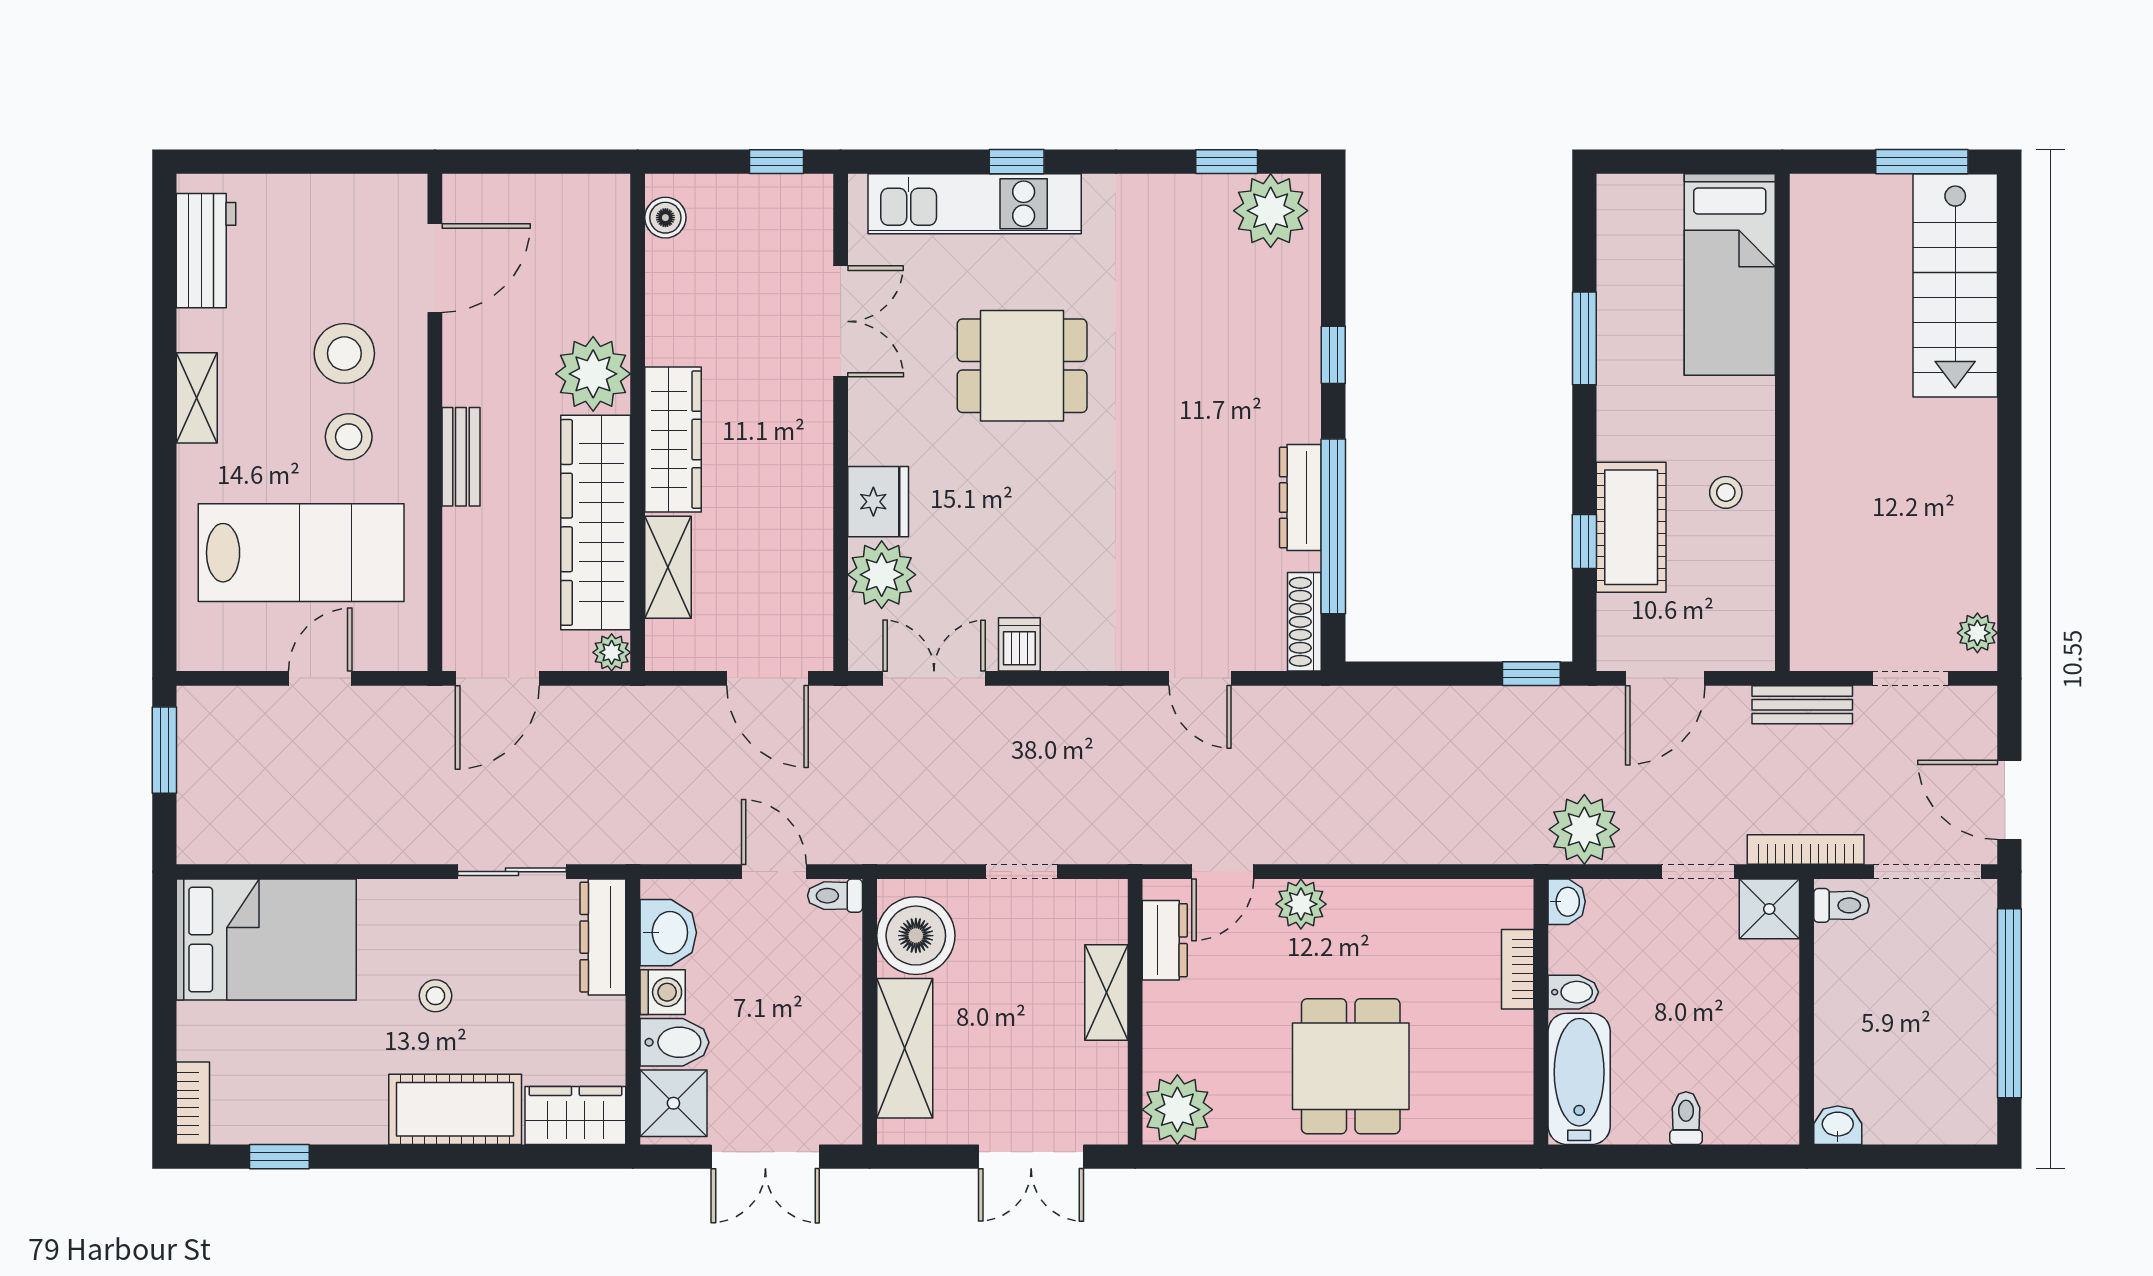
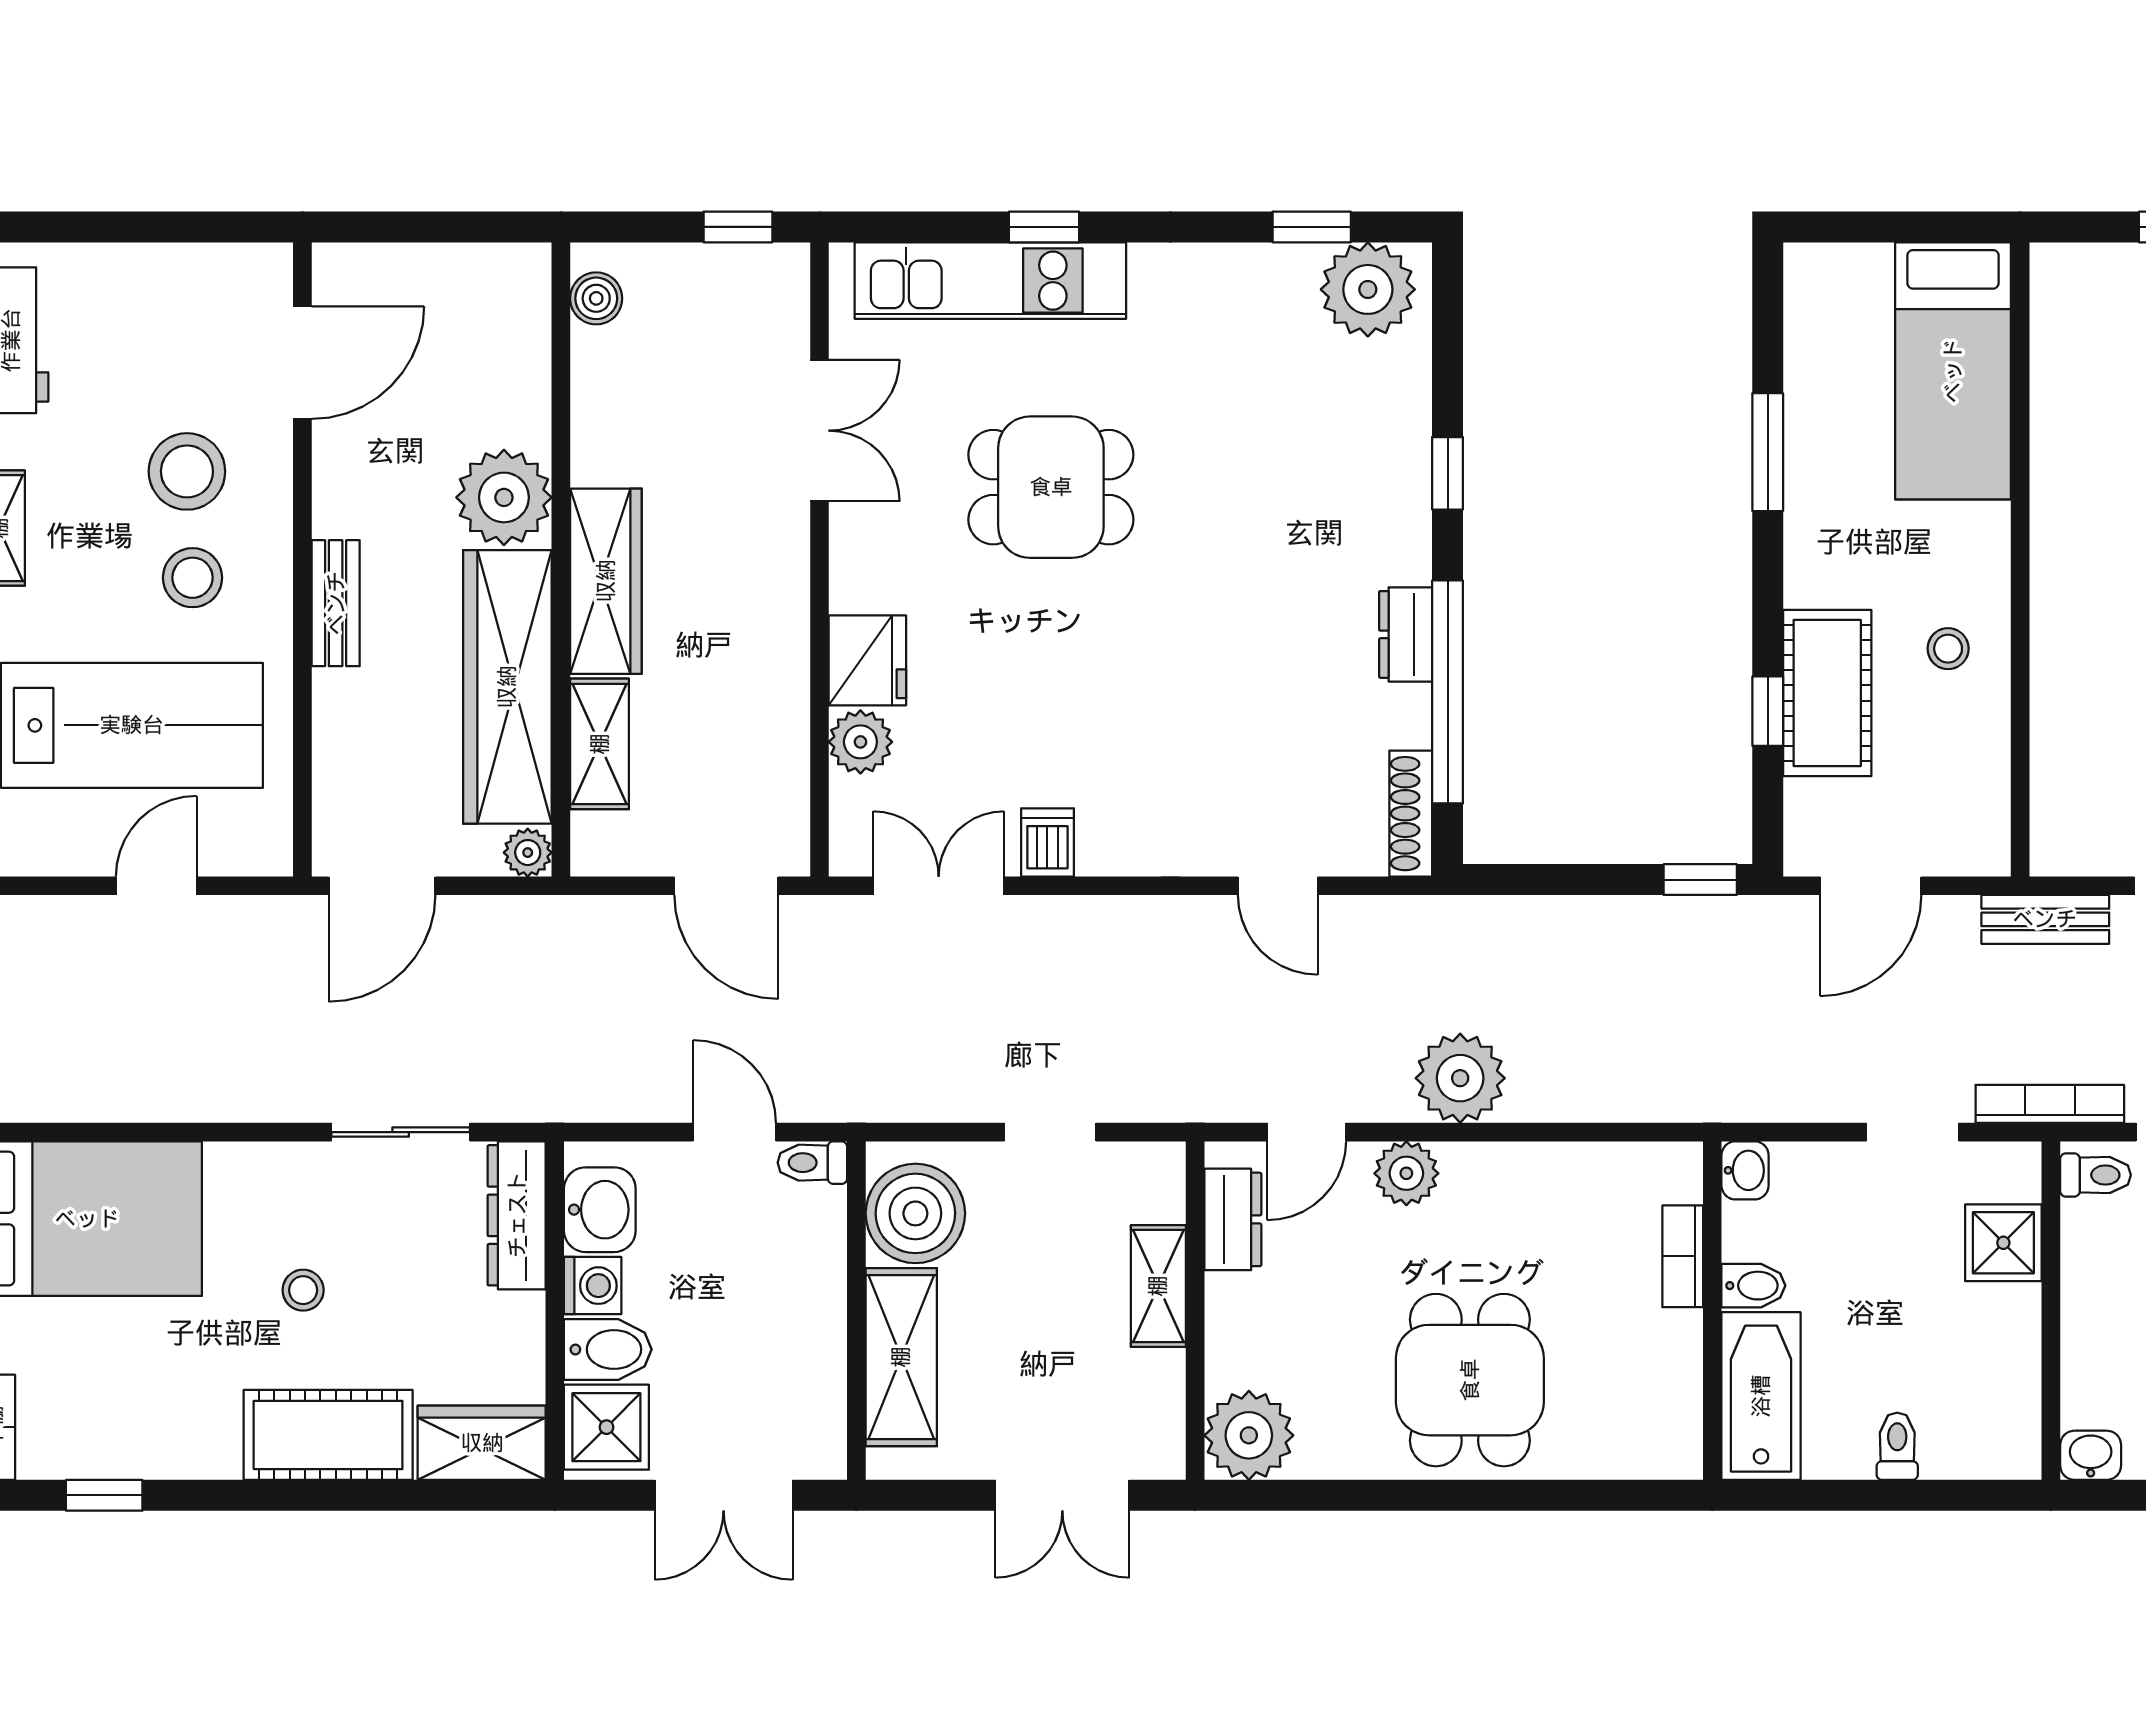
dresser: (1300, 497) -> (1406, 634), width x0.70
plant: (882, 575) -> (860, 742), width x0.73, depth x0.73
plant: (1584, 829) -> (1460, 1078), moved
shower: (1769, 909) -> (2003, 1243), moved

